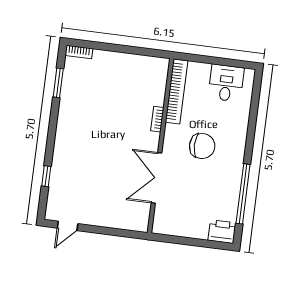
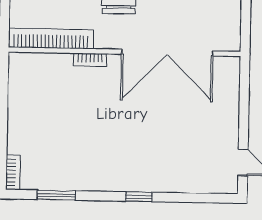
window: (46, 176) -> (139, 197), moved
double door: (156, 178) -> (167, 53), width x1.36

